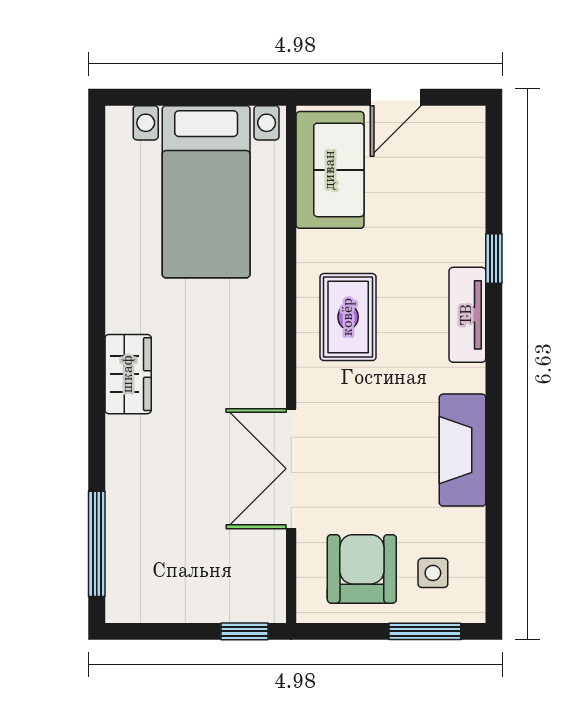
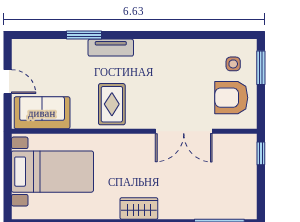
window: (494, 259) -> (84, 35), width x1.50
rug: (348, 317) -> (112, 104), turned 90
fireplace: (462, 450) -> (175, 50), removed

